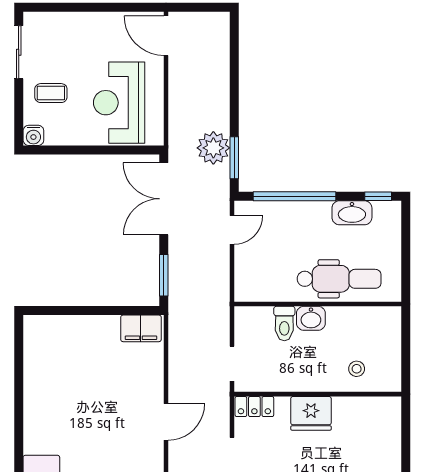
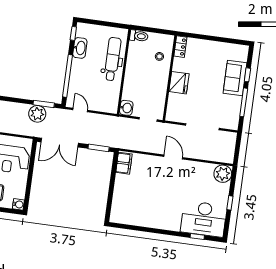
washbasin: (311, 318) -> (126, 108), moved
toilet: (284, 324) -> (139, 36), moved
locker: (254, 407) -> (180, 47), moved

